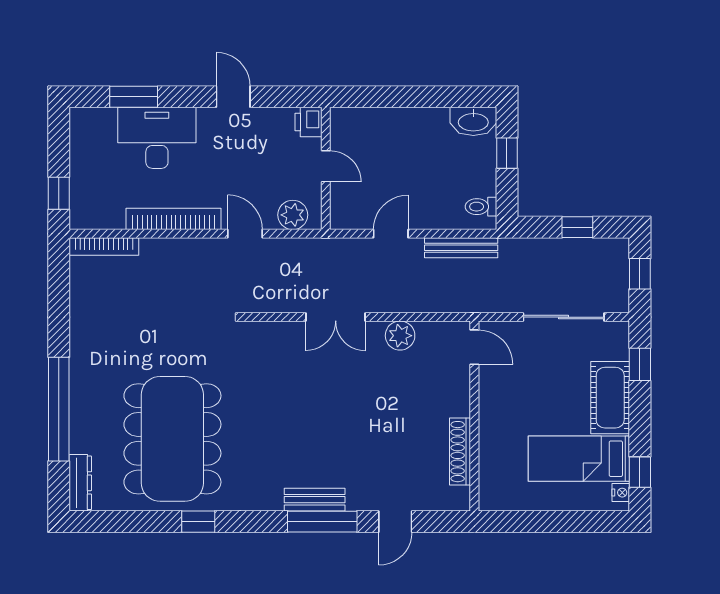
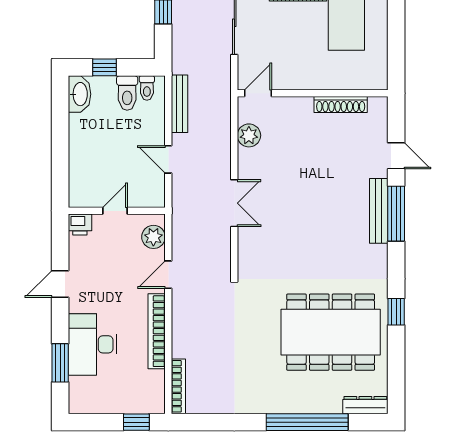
toilet: (475, 182) -> (127, 93), added
plant: (400, 336) -> (249, 135), moved
bench: (315, 500) -> (379, 211), width x1.36

